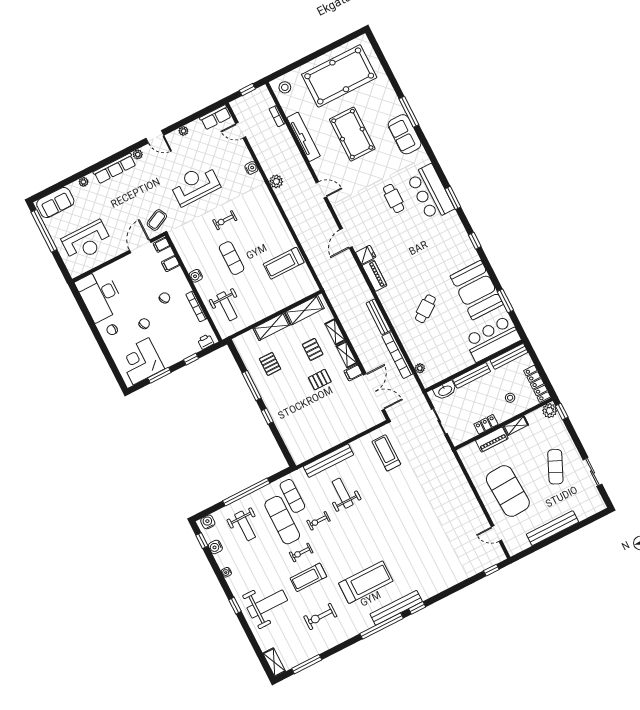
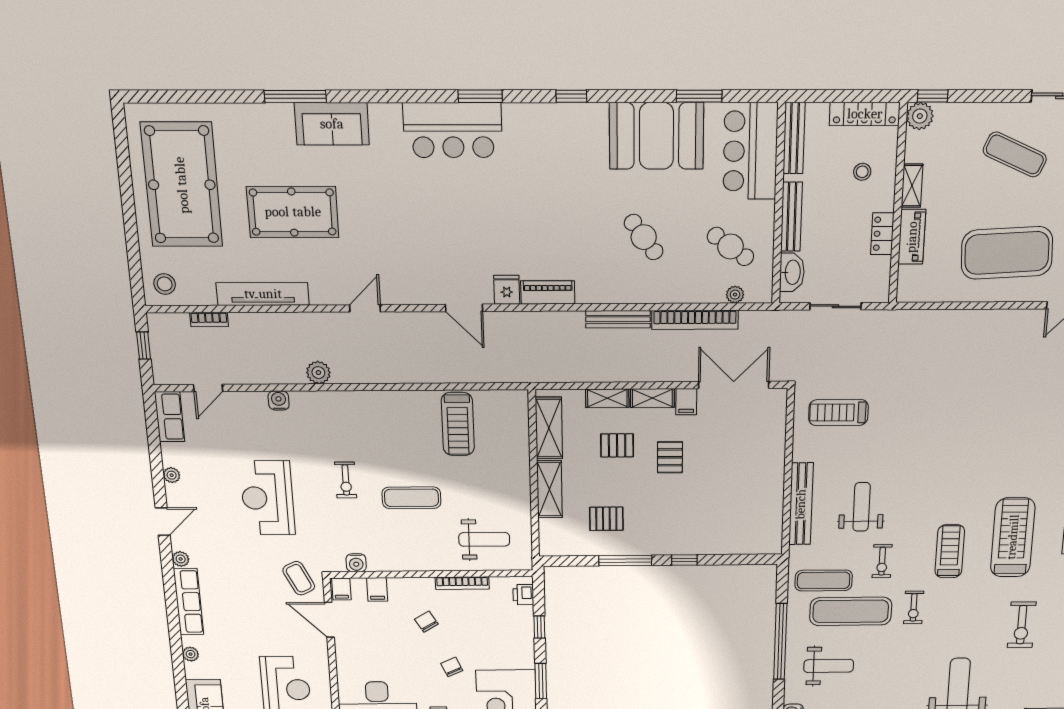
cafe table: (394, 198) -> (730, 246), moved, turned 36
water cooler: (196, 276) -> (356, 563), moved
weight bench: (343, 493) -> (862, 507), turned 90
treadmill: (308, 577) -> (950, 551), moved, turned 180

